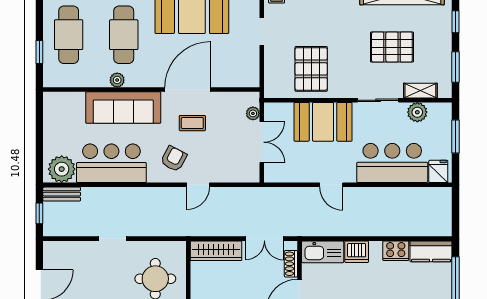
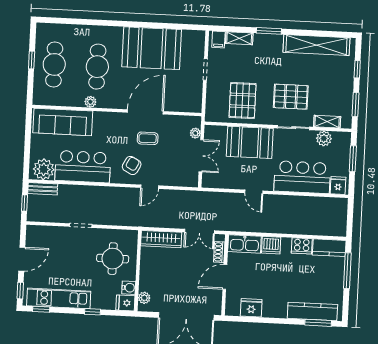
pallet: (392, 47) -> (291, 97), moved
window: (39, 52) -> (32, 60), moved
sofa: (123, 108) -> (63, 122), moved

